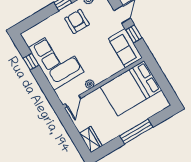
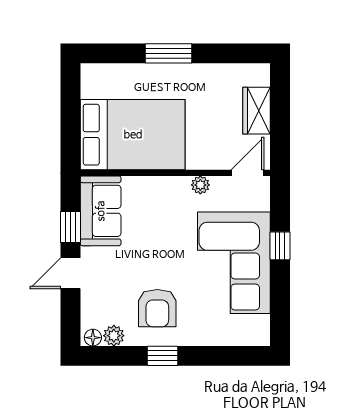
window: (31, 62) -> (280, 246), moved
window: (136, 131) -> (168, 53), width x0.69
wardrobe: (91, 140) -> (257, 111), moved

